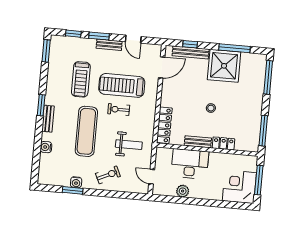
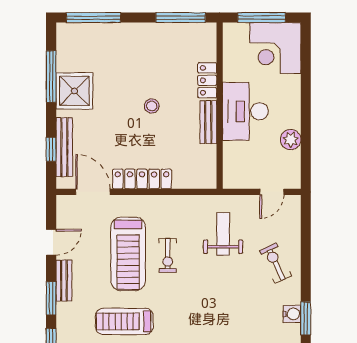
shower: (224, 66) -> (74, 91), width x0.73, depth x0.73
treadmill: (81, 79) -> (124, 321), turned 180
locker: (164, 125) -> (142, 179), moved
exercise mat: (86, 131) -> (208, 305), removed
desk: (190, 164) -> (245, 111), moved

